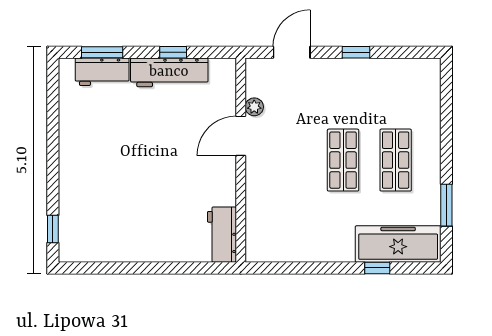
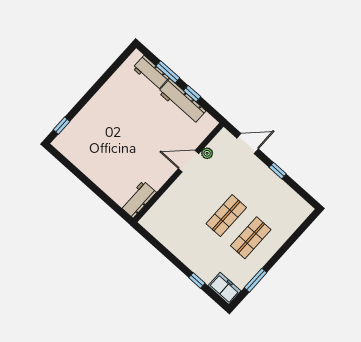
window: (102, 52) -> (168, 72), moved
freezer: (398, 244) -> (225, 288), width x0.52, depth x0.79

